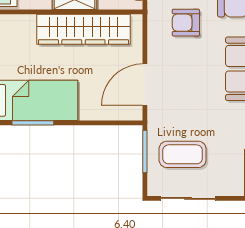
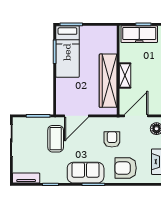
door: (145, 85) -> (76, 116), swing flipped
coffee table: (183, 154) -> (56, 139), moved

